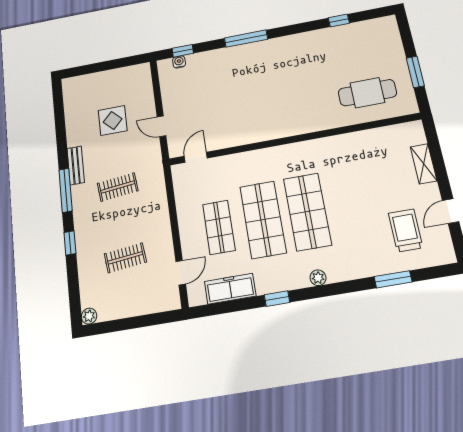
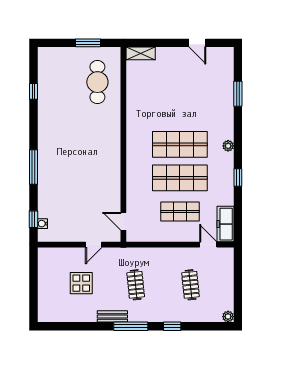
shelving: (424, 164) -> (141, 53), moved
trolley: (406, 230) -> (206, 77), removed
freezer: (230, 289) -> (226, 224), moved

